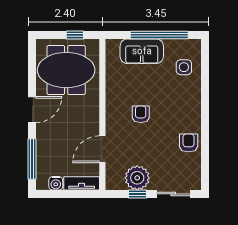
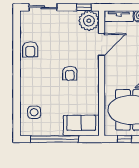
sofa: (142, 51) -> (81, 125), moved
plant: (137, 178) -> (89, 21), moved
window: (138, 194) -> (84, 7), moved

